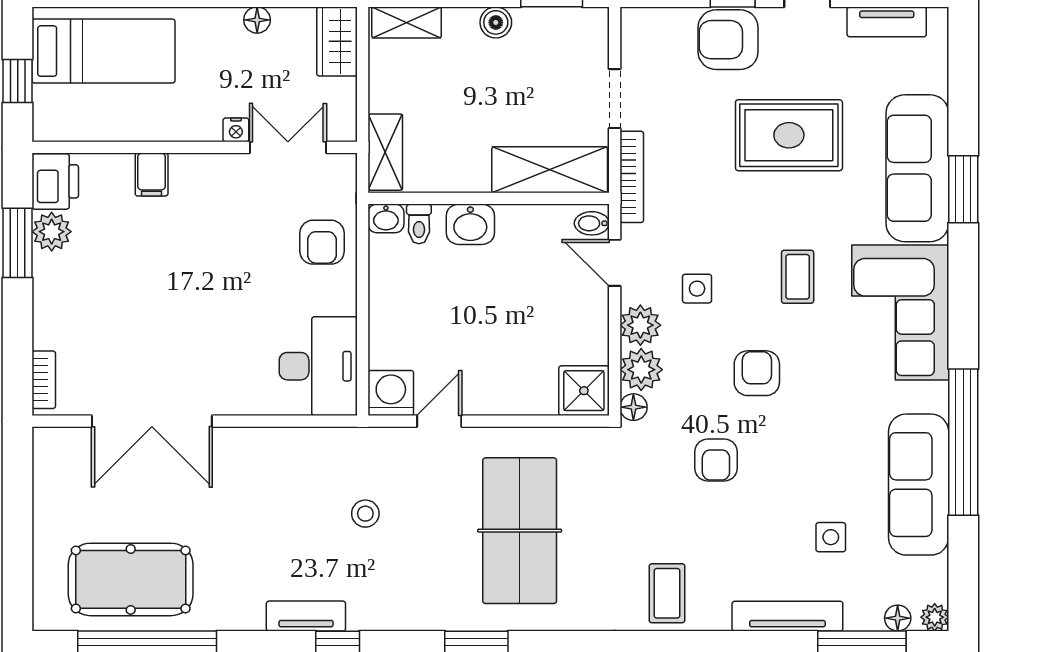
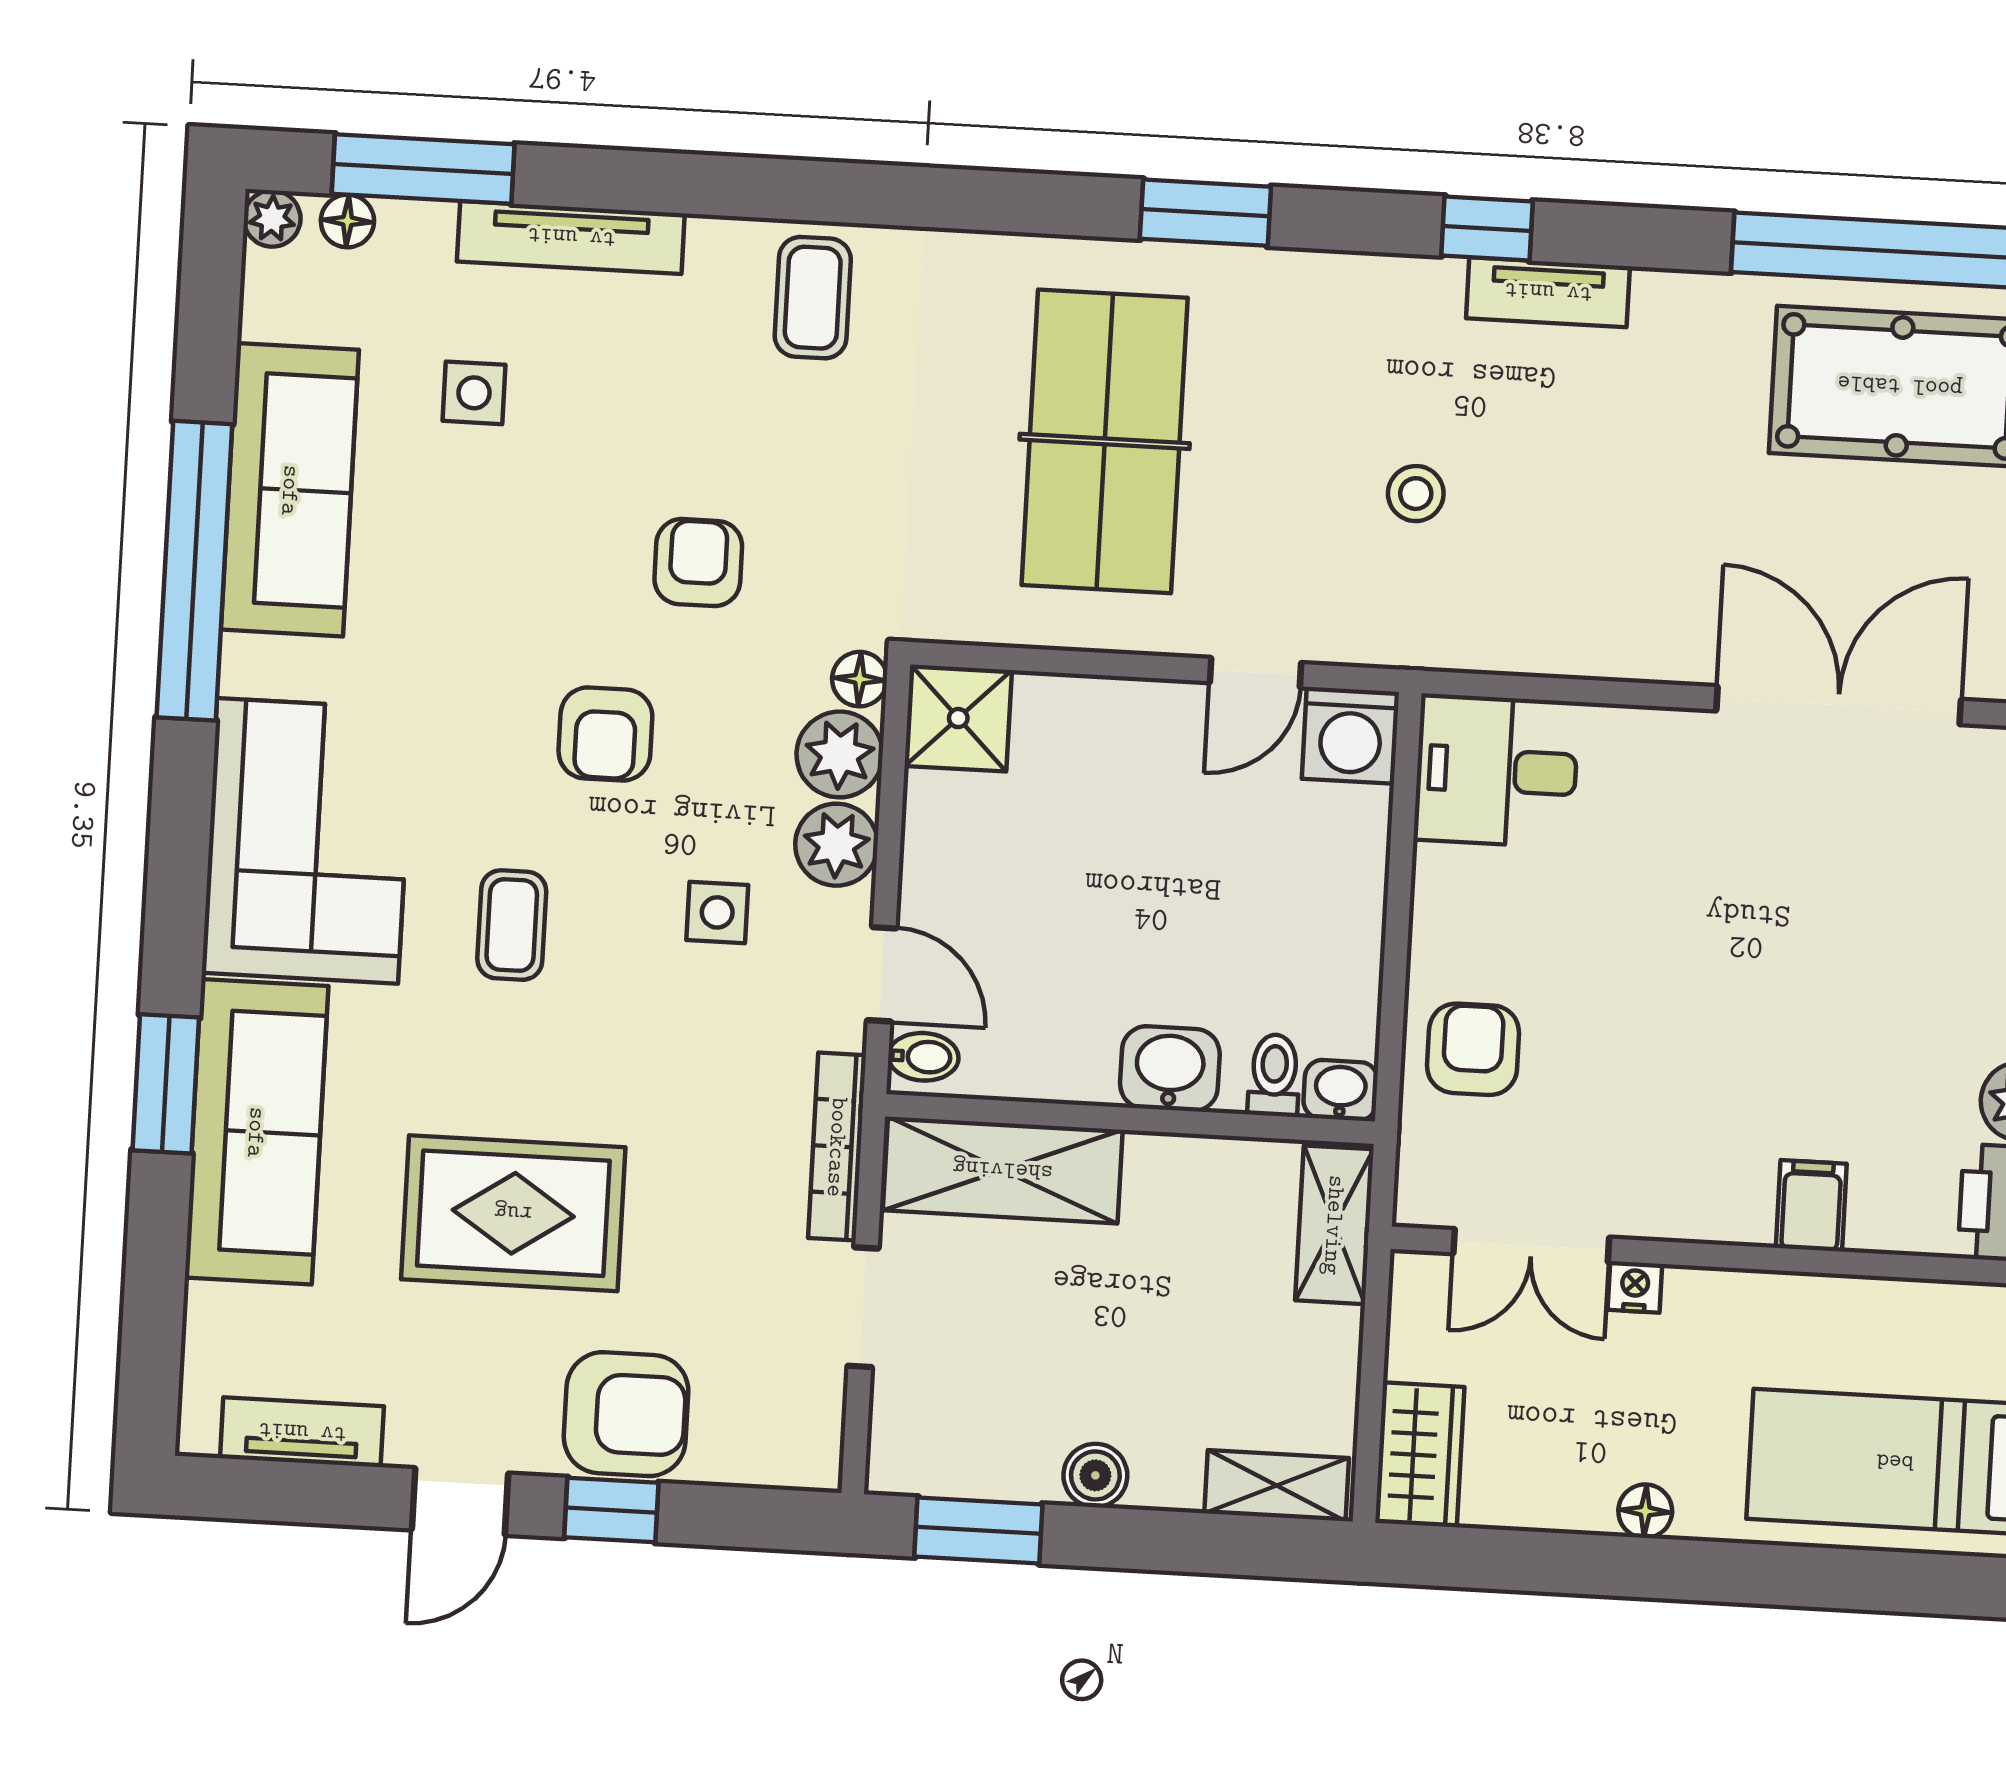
floor lamp: (257, 20) -> (1645, 1511), moved
desk: (318, 366) -> (1496, 771), width x0.73

